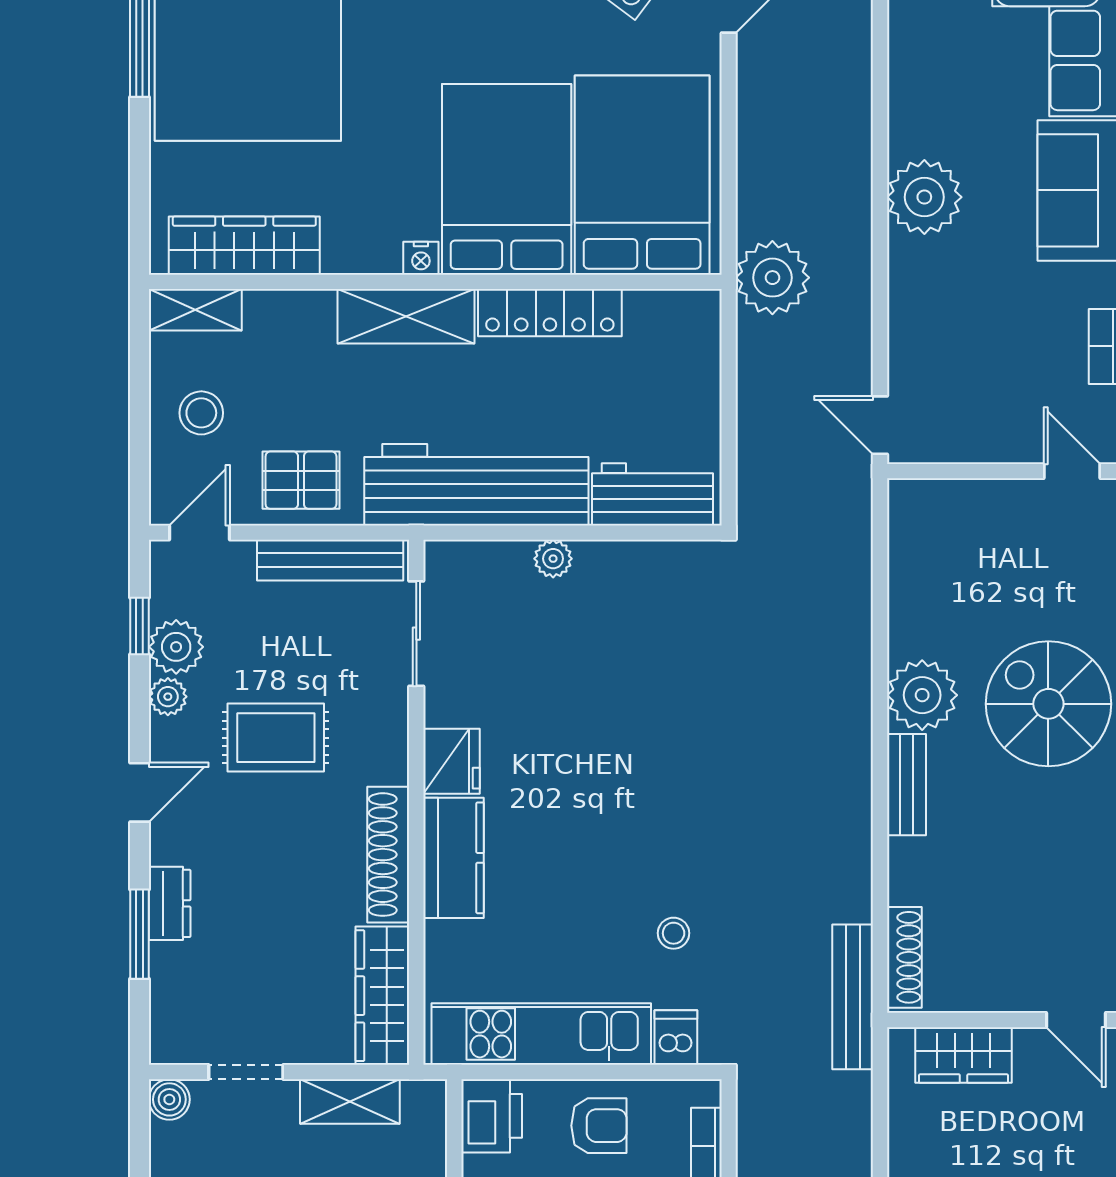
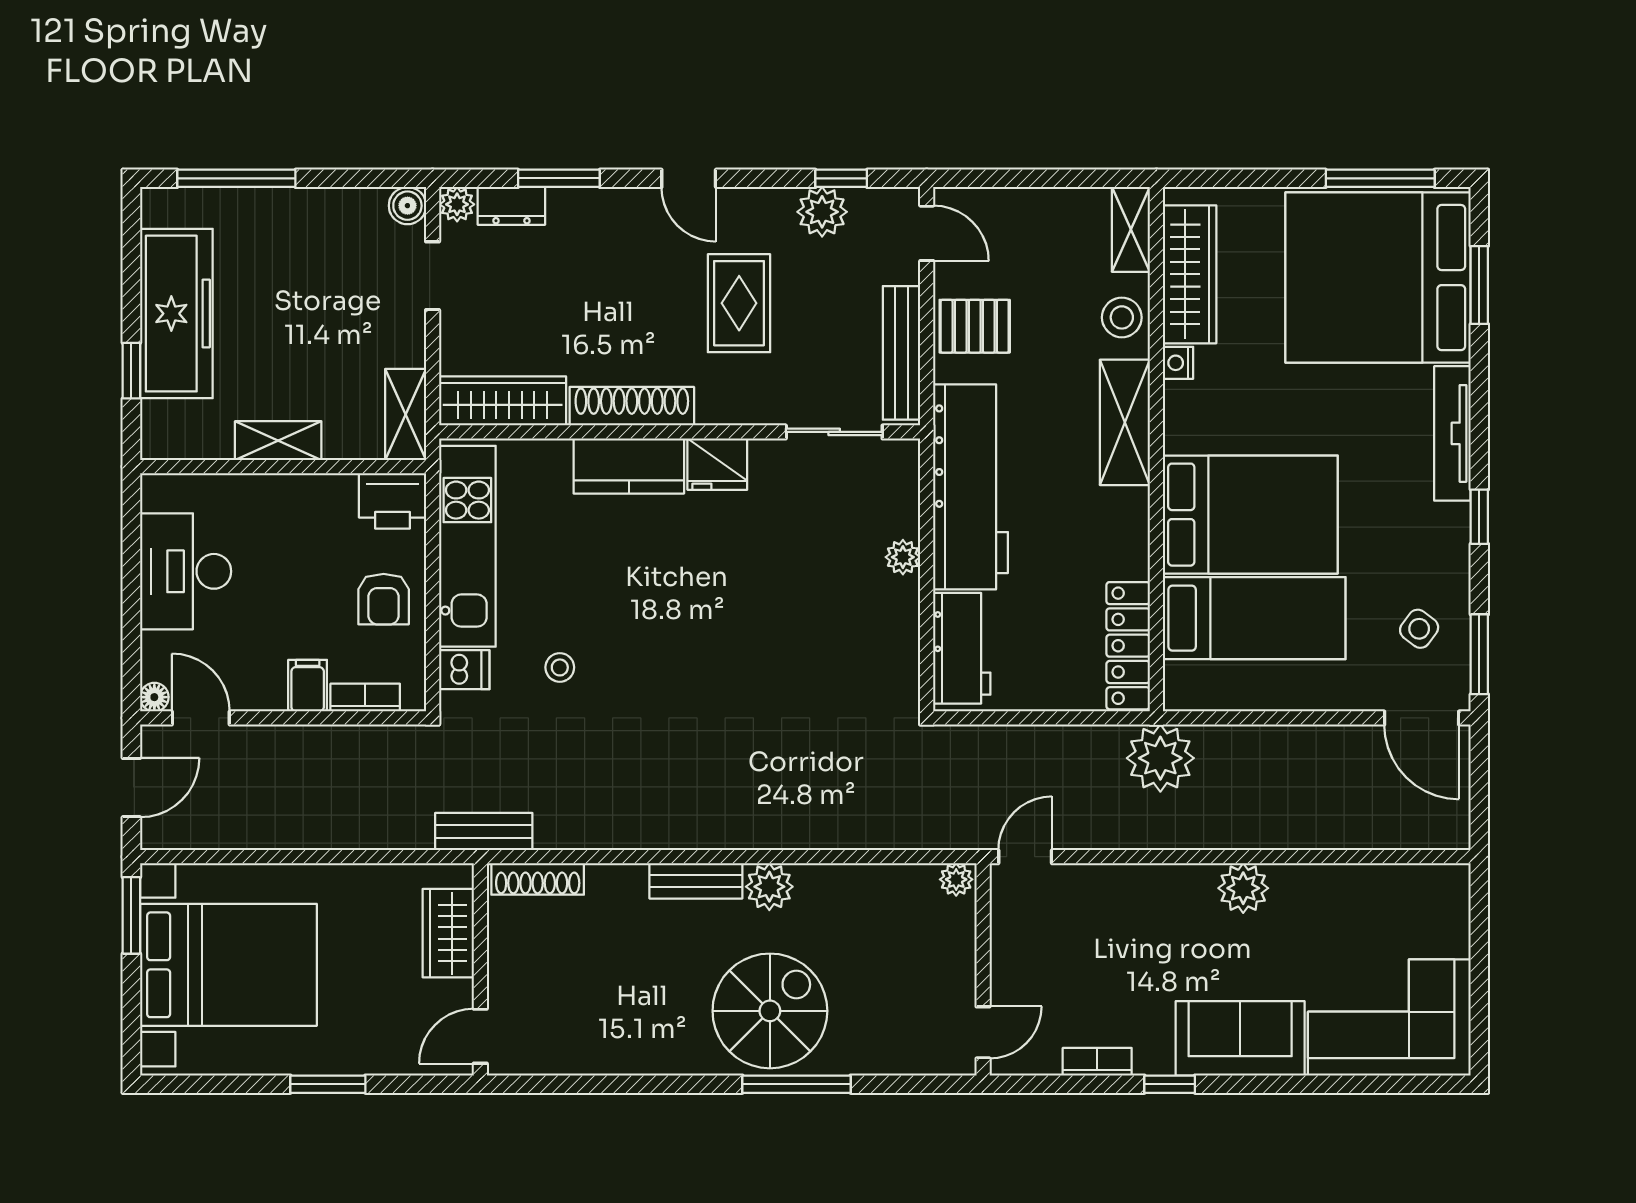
bed: (642, 175) -> (1254, 618), width x0.67
plant: (924, 197) -> (1243, 888), width x0.73, depth x0.73
nightstand: (421, 258) -> (1178, 363), moved
locker: (550, 313) -> (1128, 646), moved
stool: (201, 413) -> (1122, 317), moved
pallet: (301, 480) -> (975, 326), turned 90
plant: (905, 500) -> (956, 879), added
plant: (922, 695) -> (769, 887), width x0.73, depth x0.73
plant: (168, 697) -> (457, 204), moved
dresser: (170, 903) -> (511, 206), moved
bench: (853, 997) -> (484, 832), width x0.73
shelving: (350, 1102) -> (406, 414), moved

